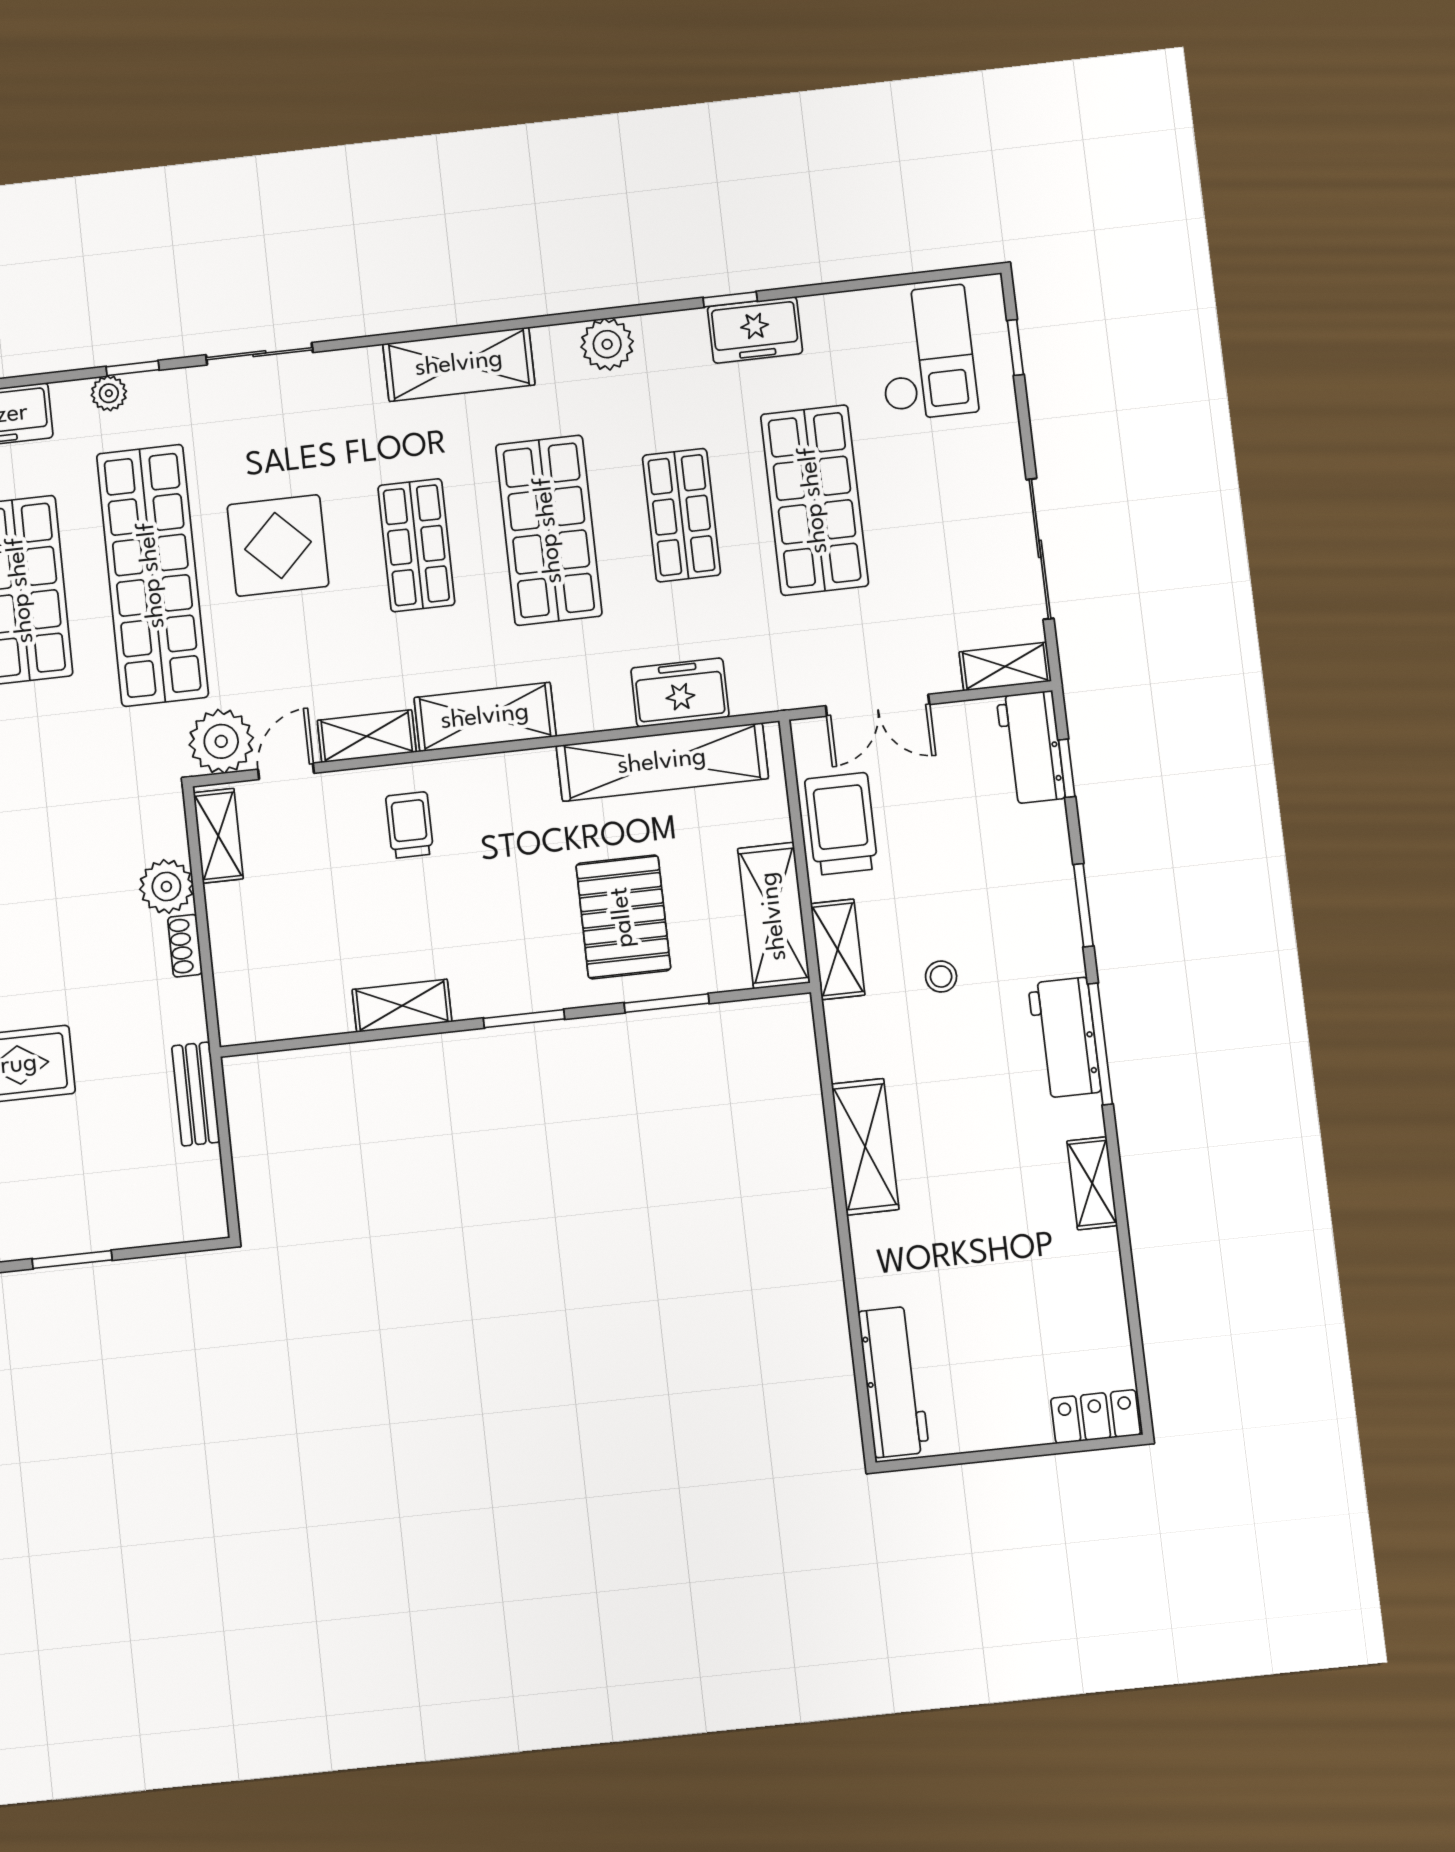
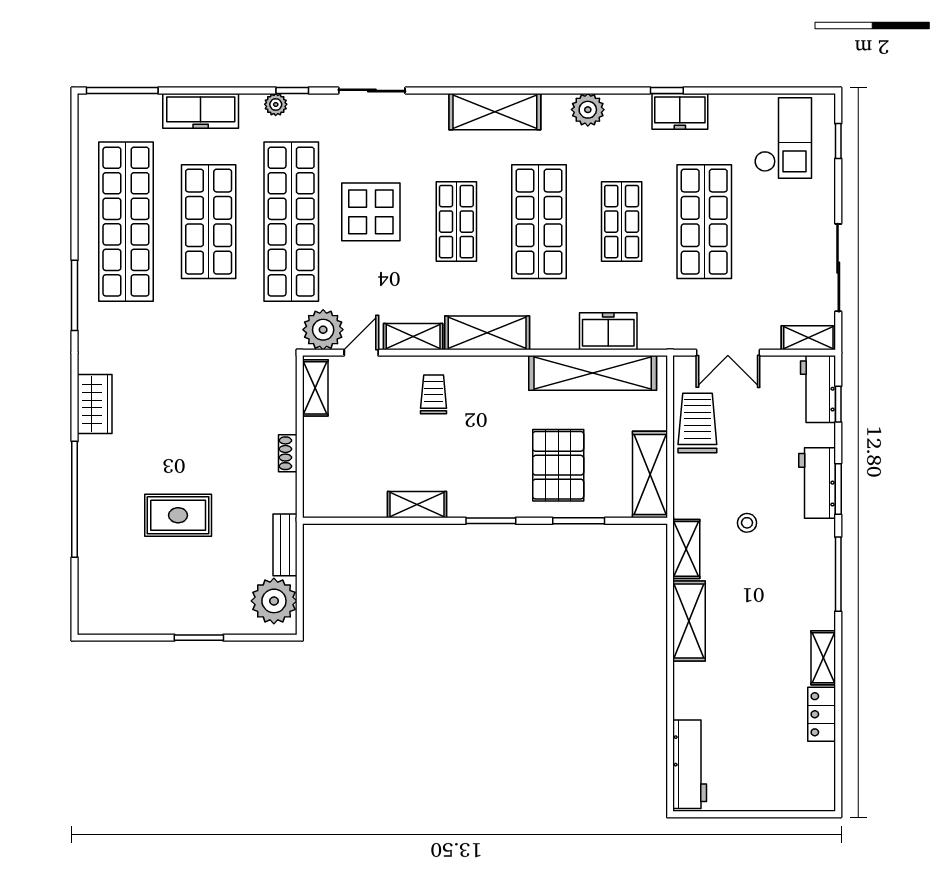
plant: (166, 887) -> (274, 601), moved, width x1.36, depth x1.36
shelving: (838, 949) -> (686, 549), moved
workbench: (1064, 1038) -> (817, 483), moved
locker: (1096, 1417) -> (822, 714), moved, turned -90

